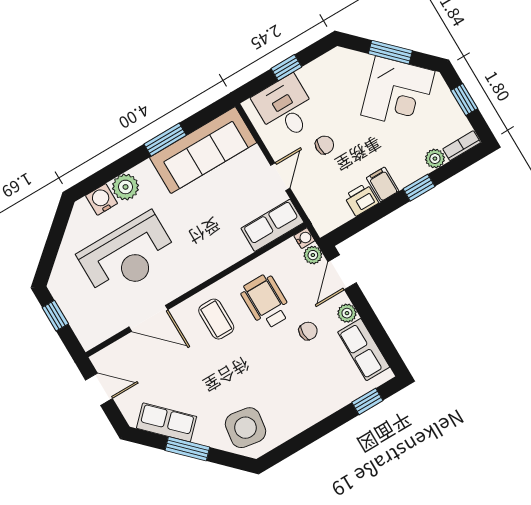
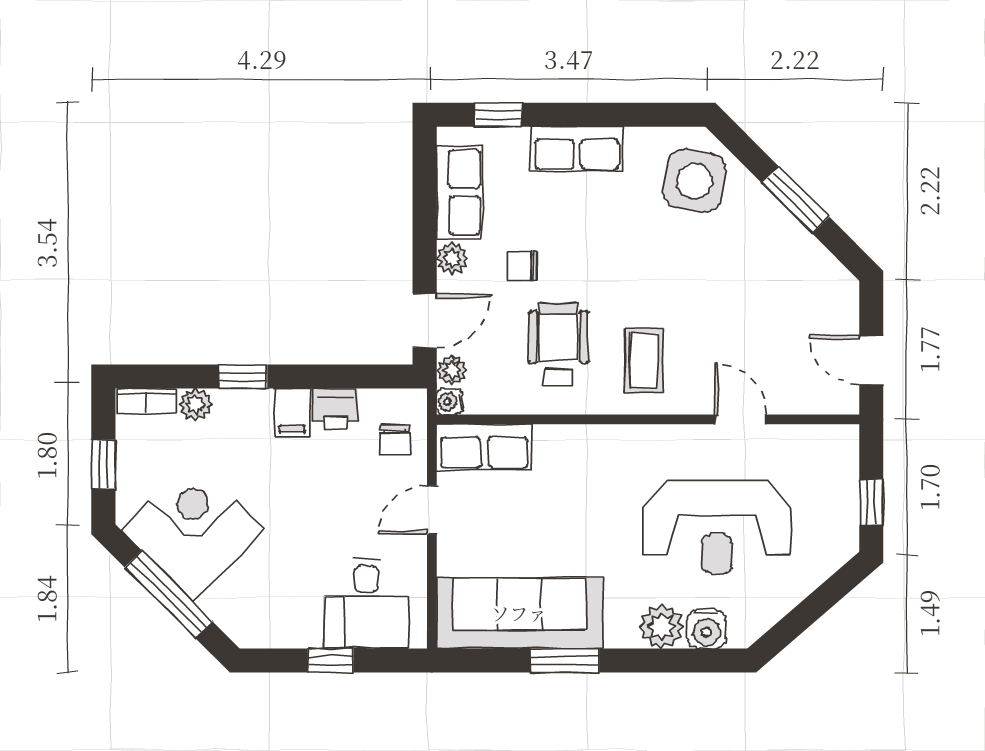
window: (390, 52) -> (169, 594), width x1.44
chair: (324, 145) -> (395, 440), moved, turned -90
reception desk: (128, 255) -> (717, 527), turned 180
wheelchair: (266, 302) -> (558, 344), turned 180
door: (148, 318) -> (740, 419), width x0.73
row of seats: (167, 422) -> (577, 149), moved, turned -45

